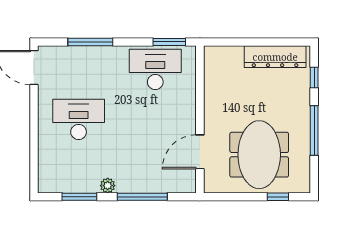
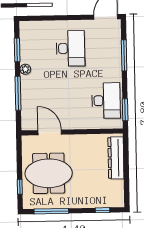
dresser: (275, 57) -> (116, 158), moved
window: (314, 131) -> (51, 211), moved

